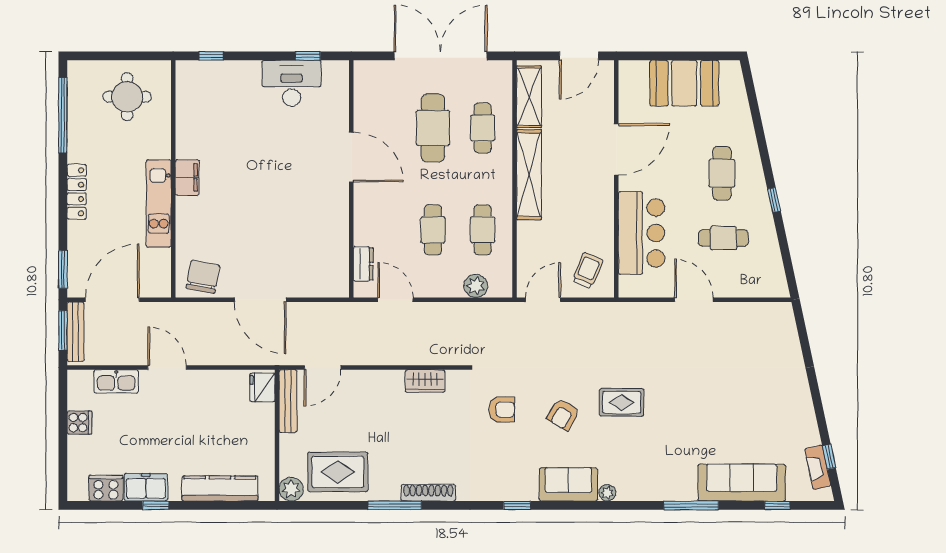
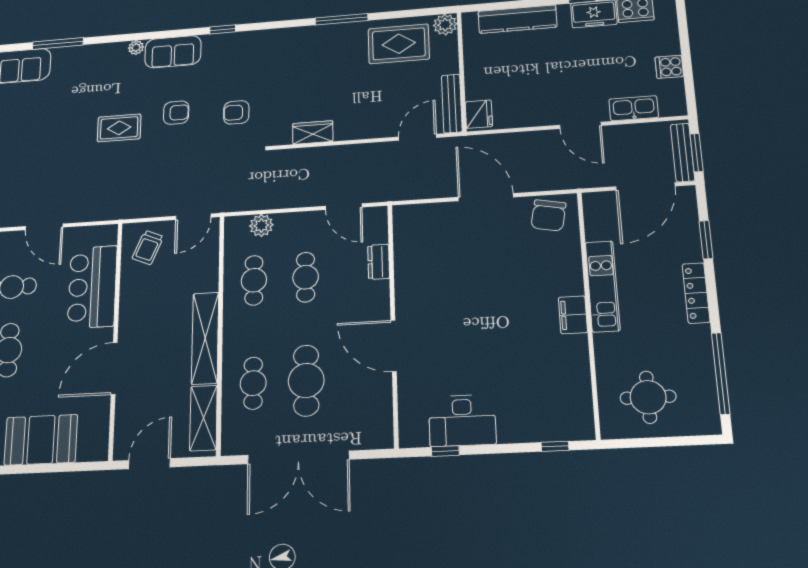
dresser: (363, 264) -> (379, 262), moved
window: (63, 269) -> (706, 240), moved
armchair: (563, 415) -> (176, 113), turned 60
shoe rack: (428, 493) -> (309, 33), removed

